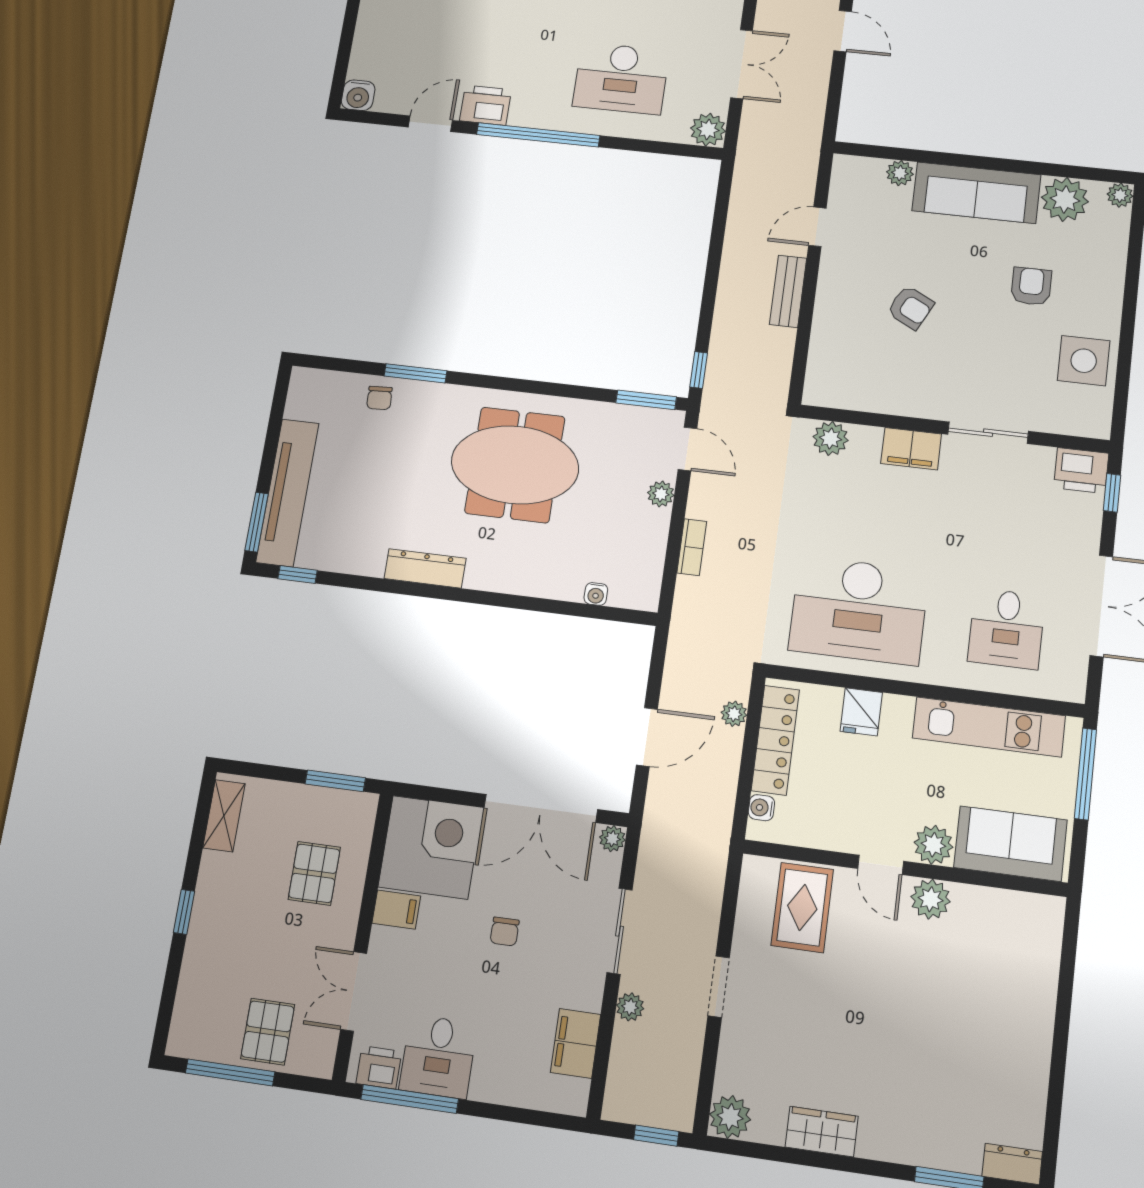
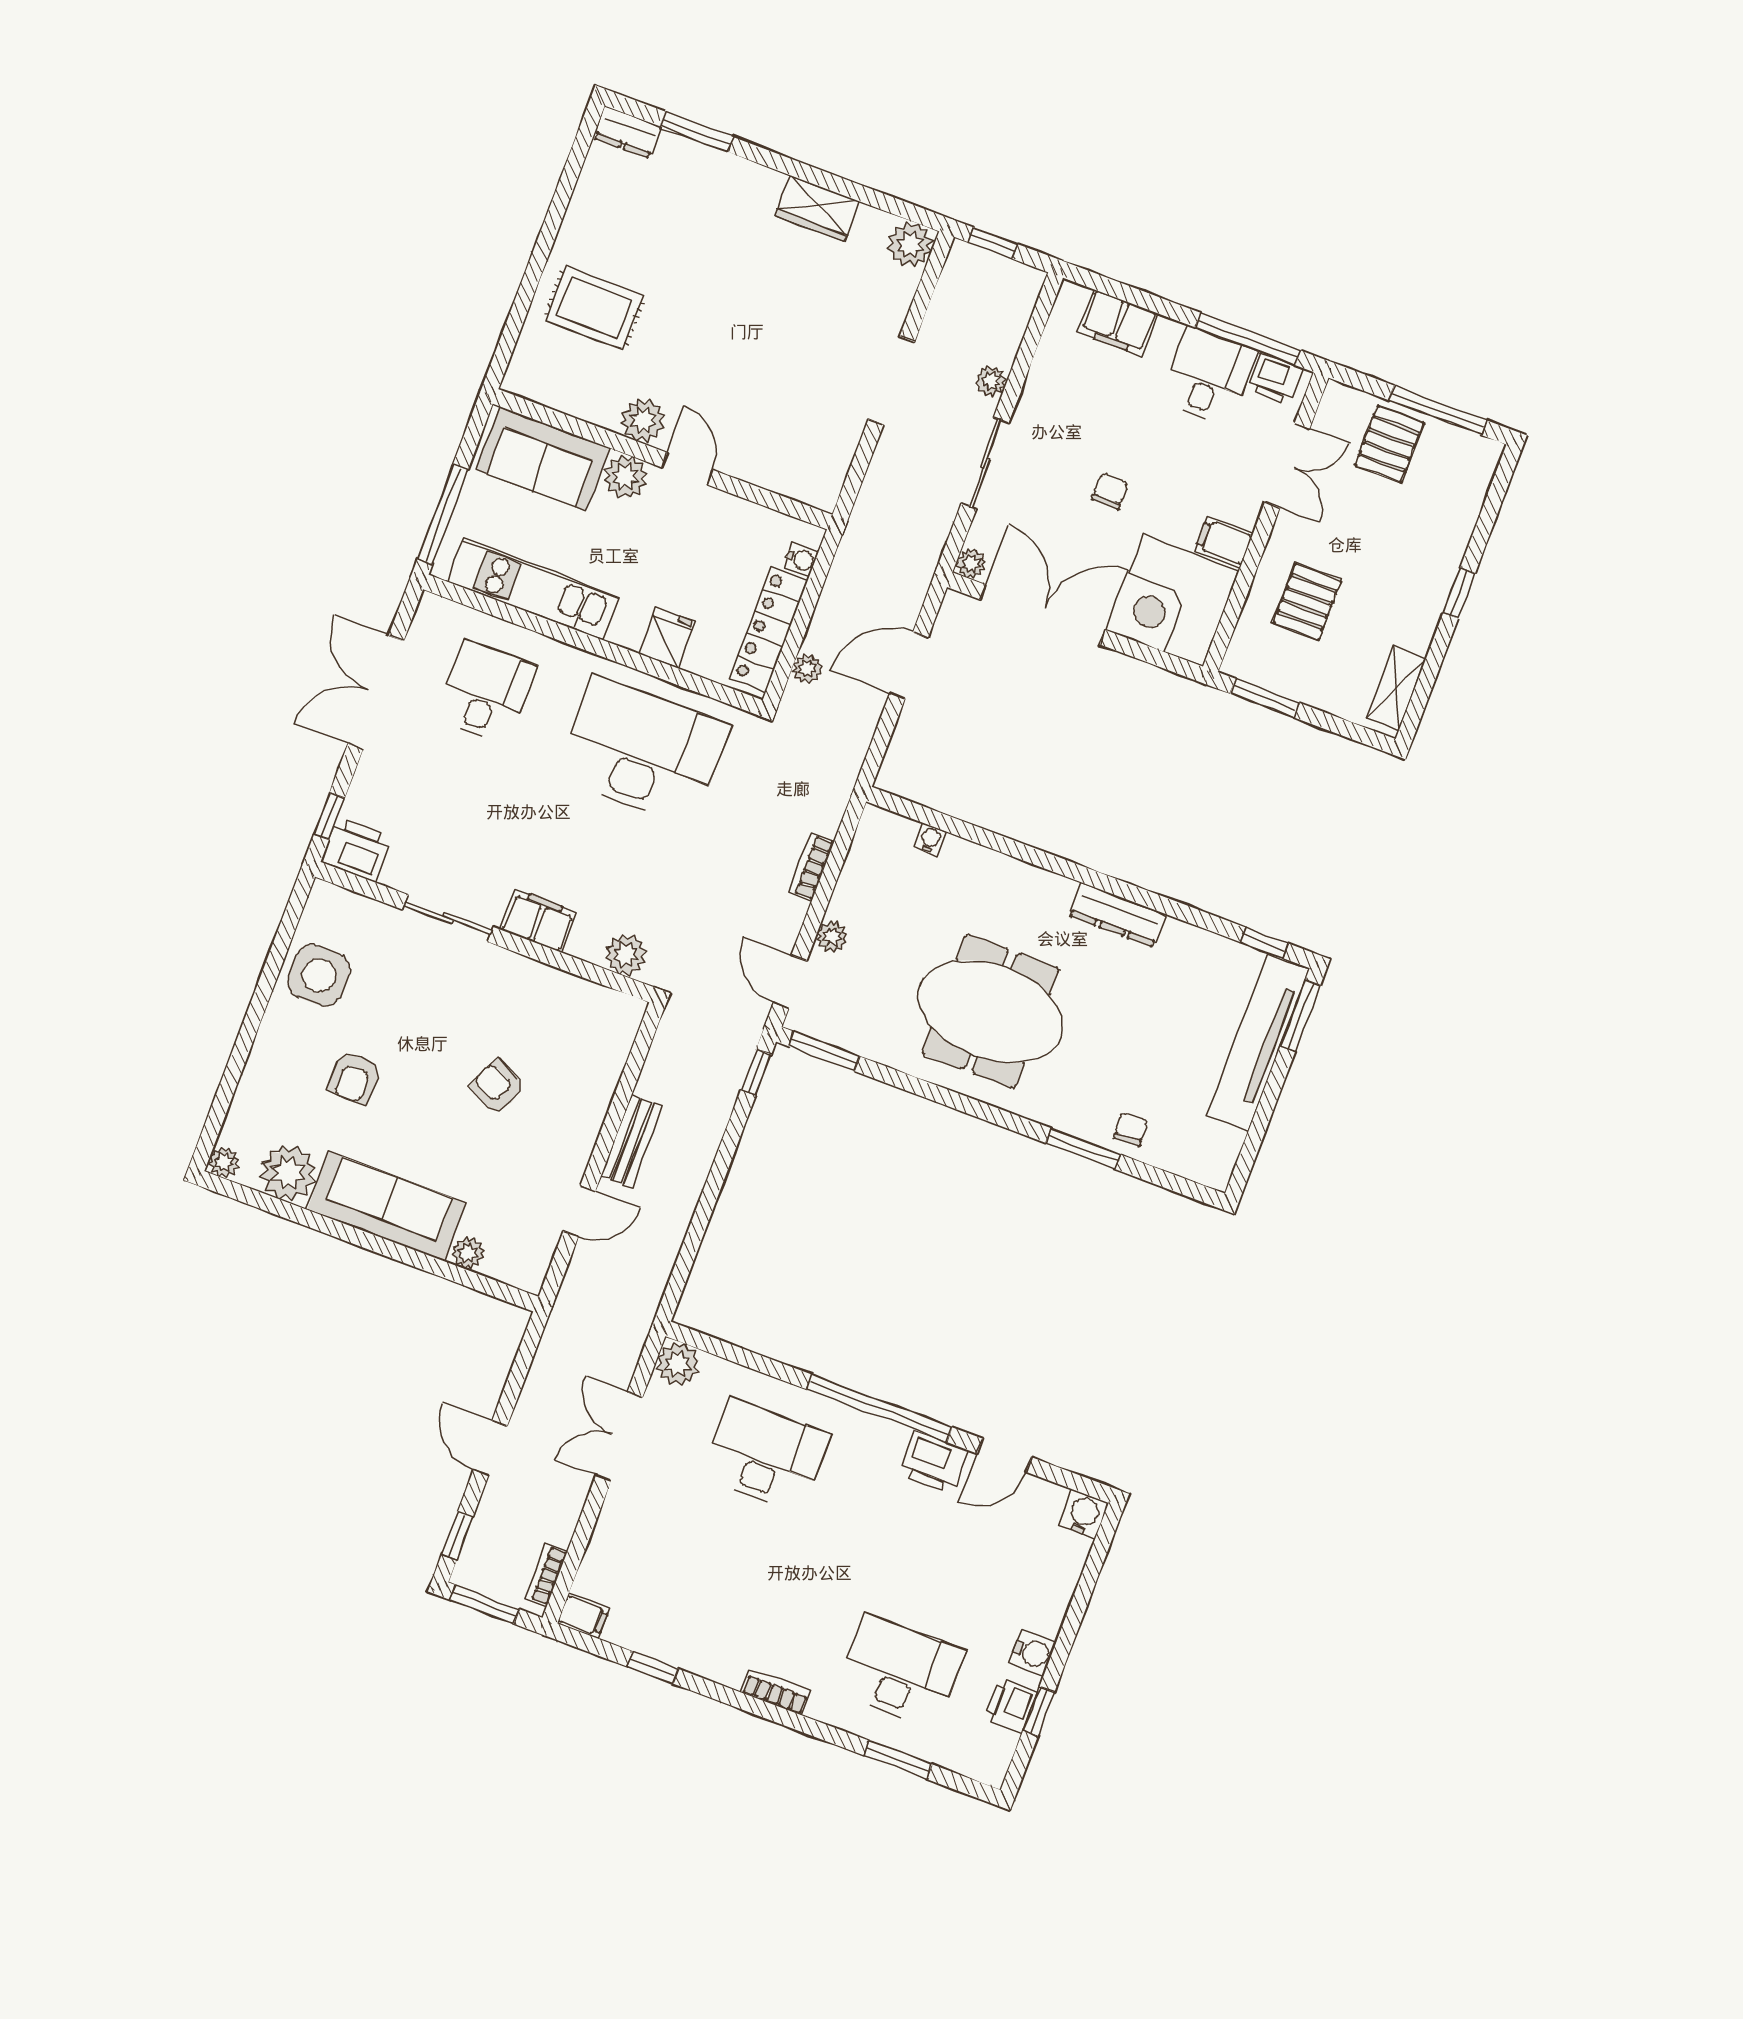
rug: (802, 907) -> (594, 308), moved, turned 90
doorway: (719, 987) -> (891, 381), width x1.38
filing cabinet: (576, 1043) -> (1118, 323), moved, turned 90

